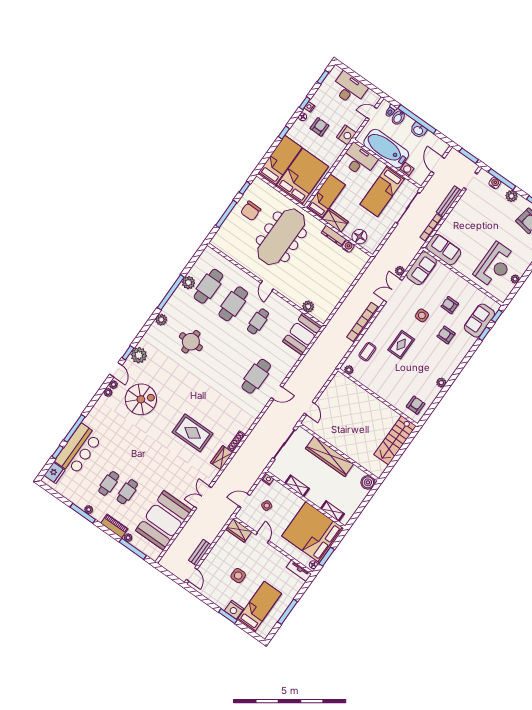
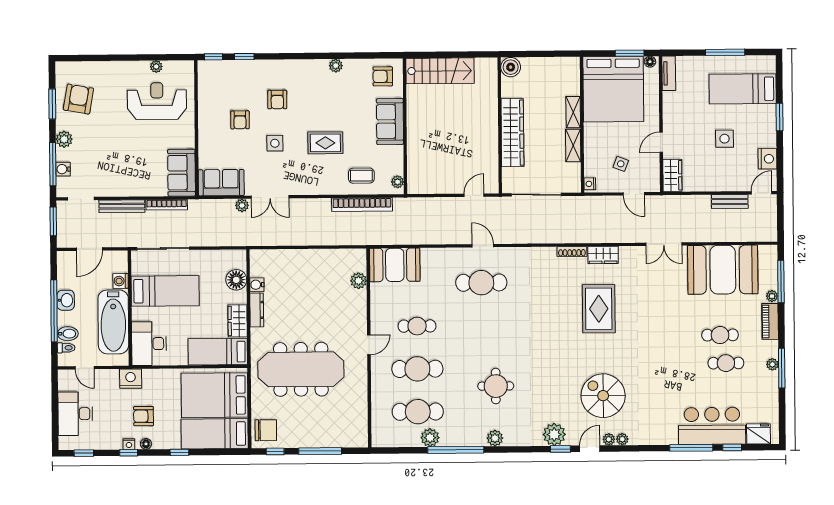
chair: (251, 211) -> (266, 430), moved
sofa: (479, 321) -> (390, 121), moved, turned 90
bookcase: (363, 322) -> (362, 205), moved
shelving: (332, 511) -> (573, 112), moved
nightstand: (234, 610) -> (767, 159), moved

